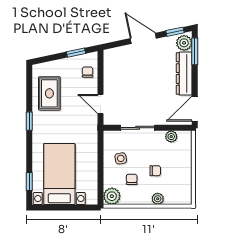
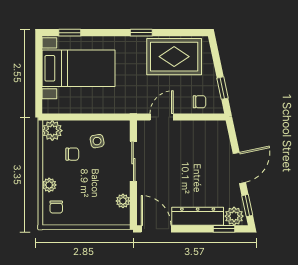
window: (195, 51) -> (224, 229), width x0.67
rug: (49, 93) -> (174, 57), width x1.36, depth x1.43
chair: (155, 171) -> (56, 207), moved

